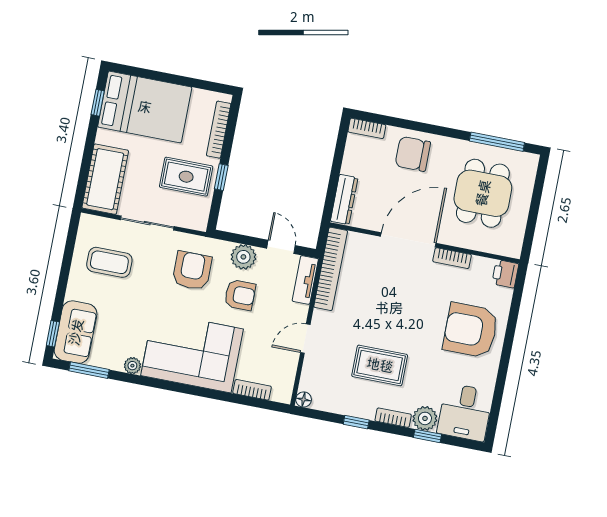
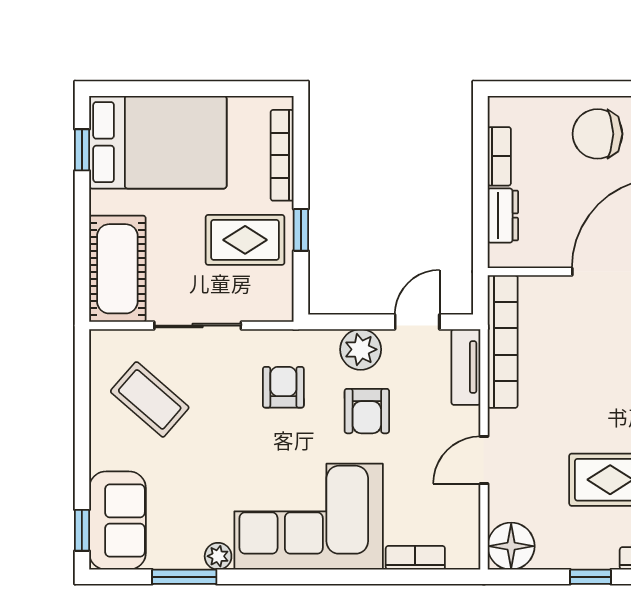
bookcase: (367, 128) -> (499, 156), moved, turned -90
dresser: (344, 199) -> (503, 216), width x0.70
door: (281, 247) -> (417, 322), hinge flipped
coffee table: (109, 262) -> (150, 399), turned 41
armchair: (192, 271) -> (283, 387), width x0.72, depth x0.72
armchair: (240, 295) -> (367, 411), turned 90
window: (89, 370) -> (184, 577), moved
floor lamp: (304, 399) -> (511, 546), width x1.89, depth x1.89

